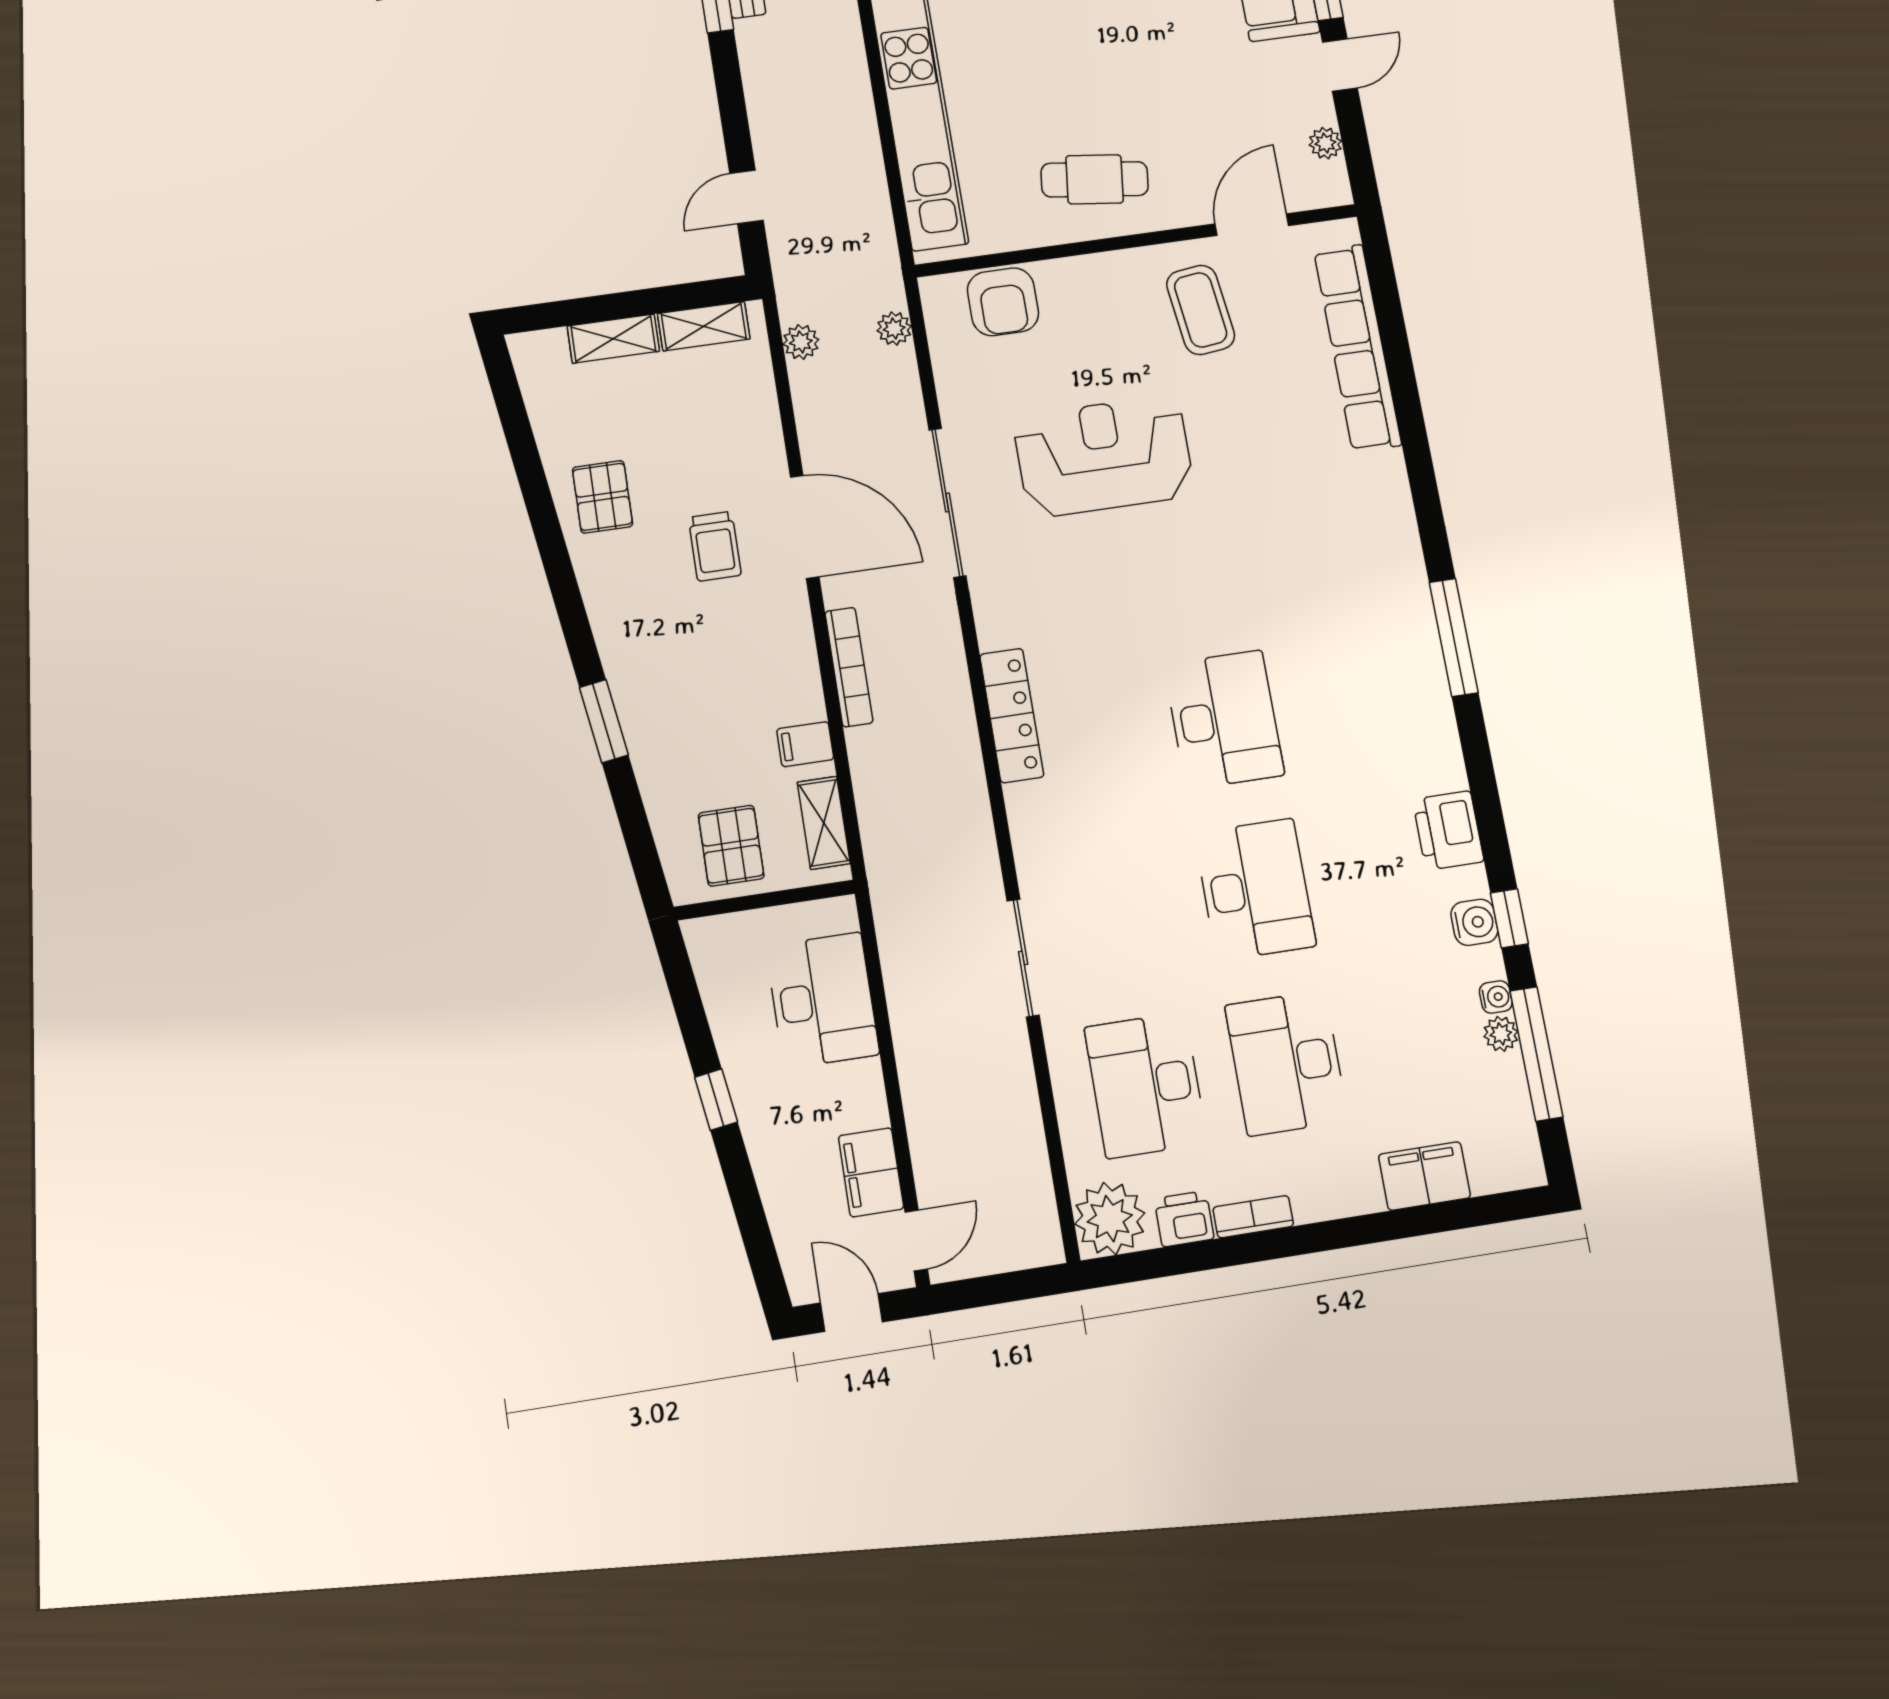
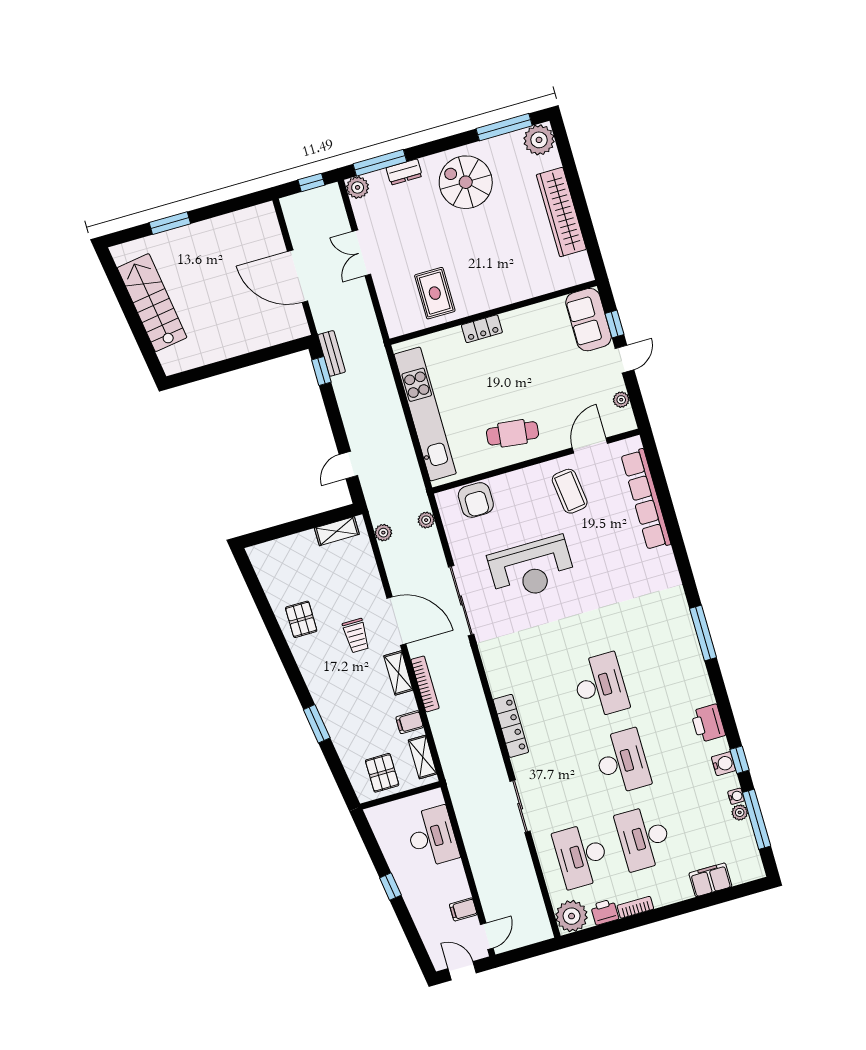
shelving: (613, 339) -> (398, 673), moved, turned 90
reception desk: (1104, 456) -> (531, 569), turned 180
locker: (1012, 715) -> (511, 726), moved
filing cabinet: (871, 1172) -> (463, 909), width x0.50

